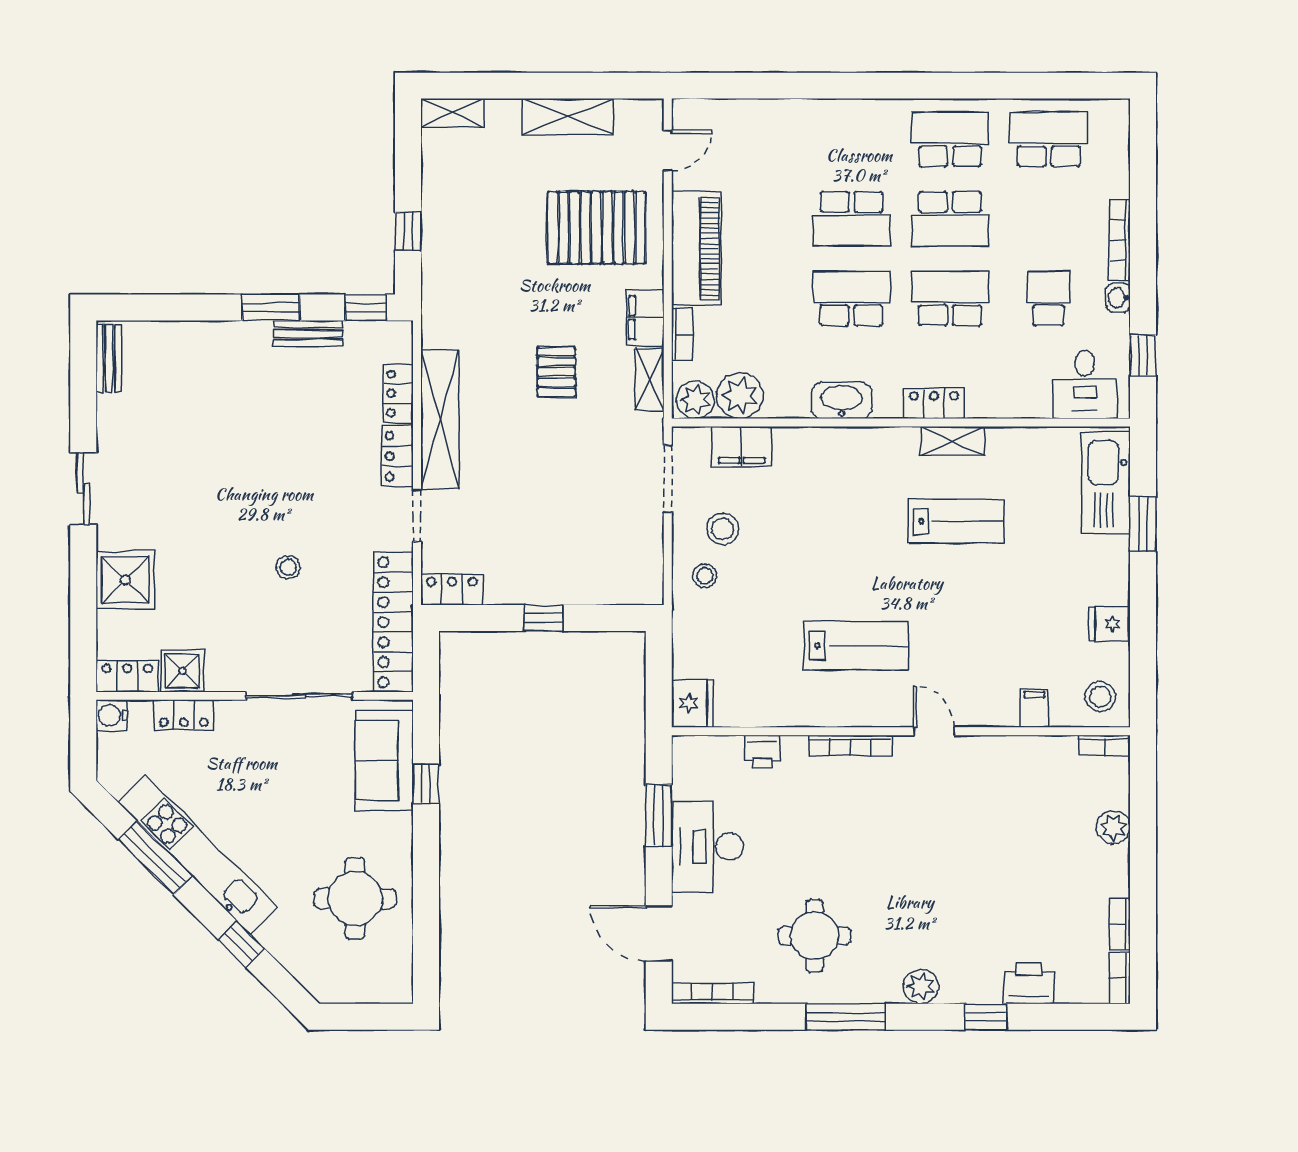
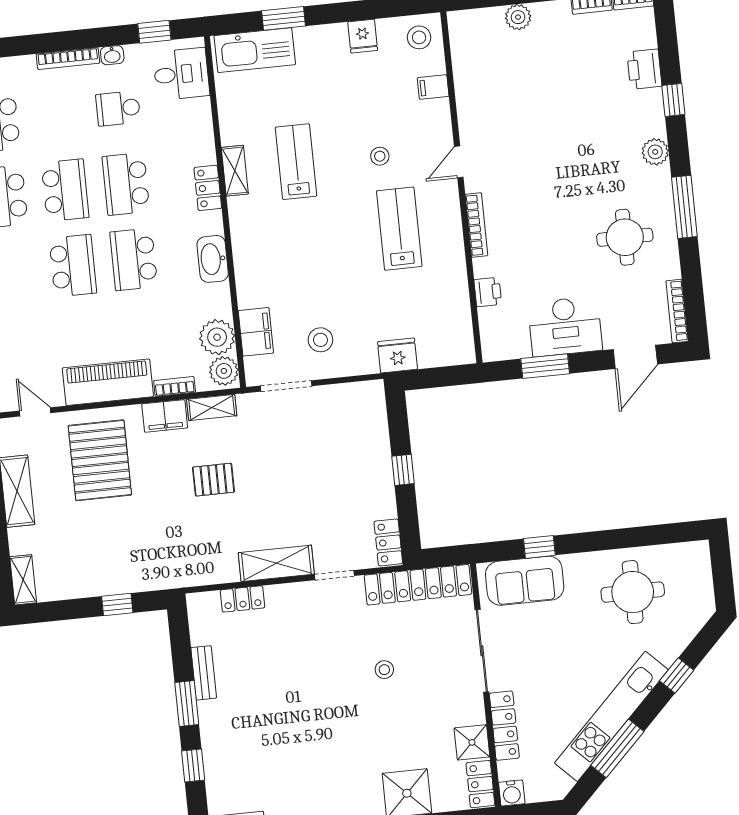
window: (366, 307) -> (193, 766), moved
shelving: (440, 420) -> (276, 563), width x0.68
locker: (397, 456) -> (291, 595), removed
stool: (705, 576) -> (380, 156), moved
fridge: (692, 703) -> (398, 355), moved
locker: (184, 715) -> (504, 726), width x1.53
bookcase: (1104, 745) -> (456, 31), removed

